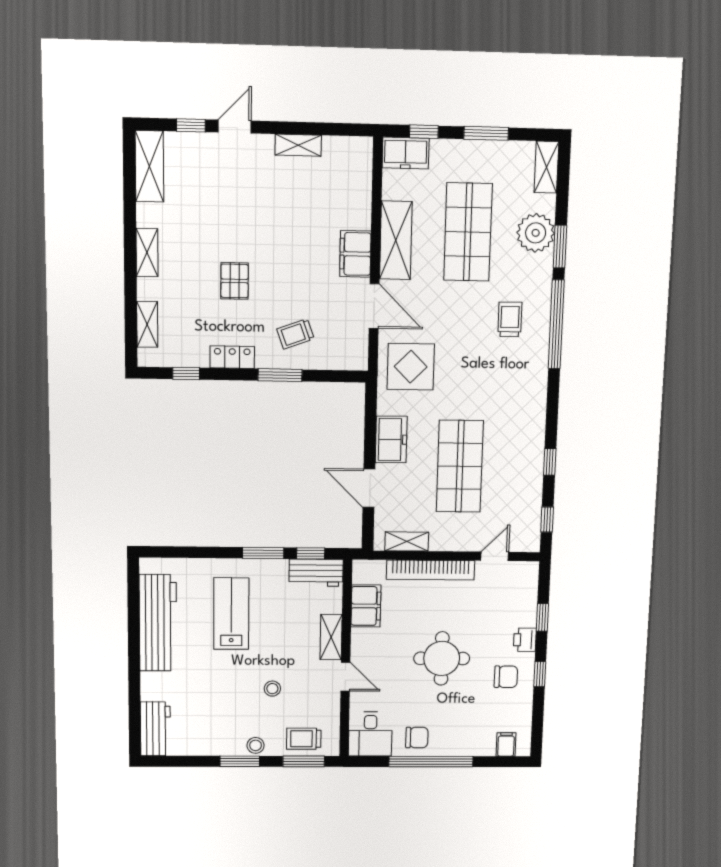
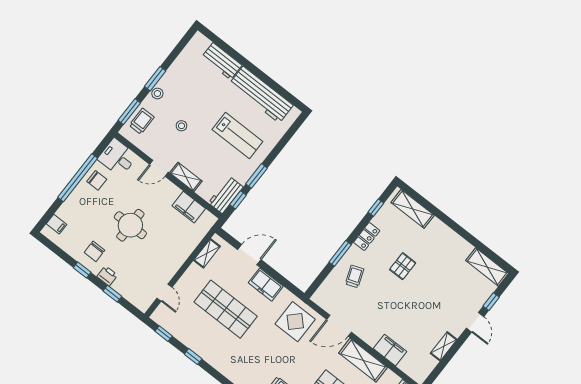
shelving: (147, 253) -> (448, 234), removed
filing cabinet: (355, 254) -> (390, 350), moved
pallet: (235, 281) -> (403, 266), turned 90
shelving: (147, 324) -> (413, 209), width x1.50, depth x1.33
bookcase: (431, 570) -> (183, 254), removed
workbench: (155, 729) -> (222, 61), moved
chair: (417, 737) -> (97, 180), turned -90

